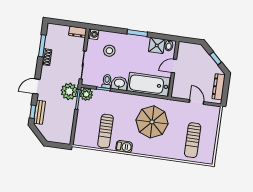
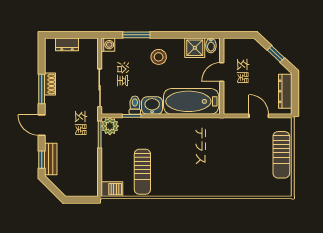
dresser: (78, 32) -> (67, 44), moved
window: (137, 33) -> (136, 35), moved
window: (42, 46) -> (42, 89), moved
stool: (109, 51) -> (159, 57), moved
door: (36, 86) -> (42, 125), hinge flipped
plant: (69, 91) -> (87, 125), removed
parasol: (152, 122) -> (203, 151), removed
sun lounger: (193, 140) -> (281, 155), moved
barbecue: (124, 147) -> (112, 189), moved

